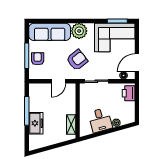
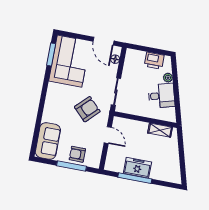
plant: (79, 31) -> (54, 100), removed
sofa: (50, 32) -> (48, 141), width x0.73
armchair: (77, 60) -> (87, 109), turned 83
printer: (129, 93) -> (154, 61), moved
freezer: (36, 123) -> (137, 168), moved

